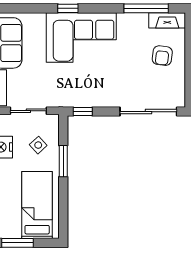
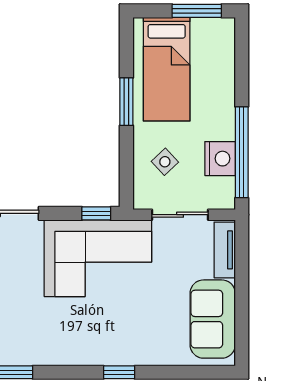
corner sofa: (81, 37) -> (98, 258), moved, turned 180
window: (63, 161) -> (126, 102), moved

